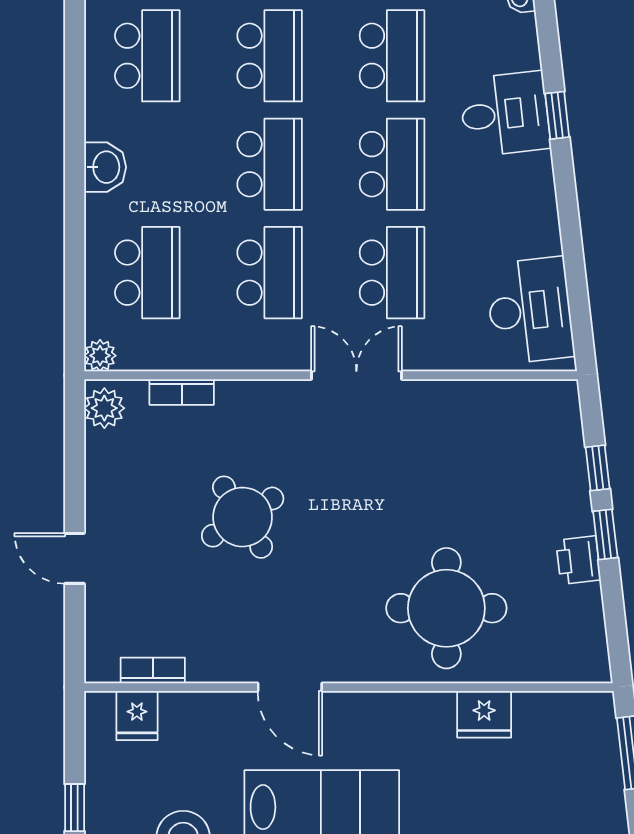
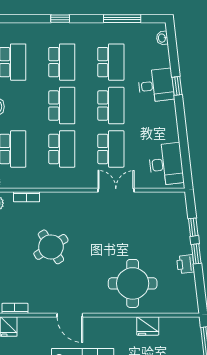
double door: (356, 375) -> (116, 190), moved

